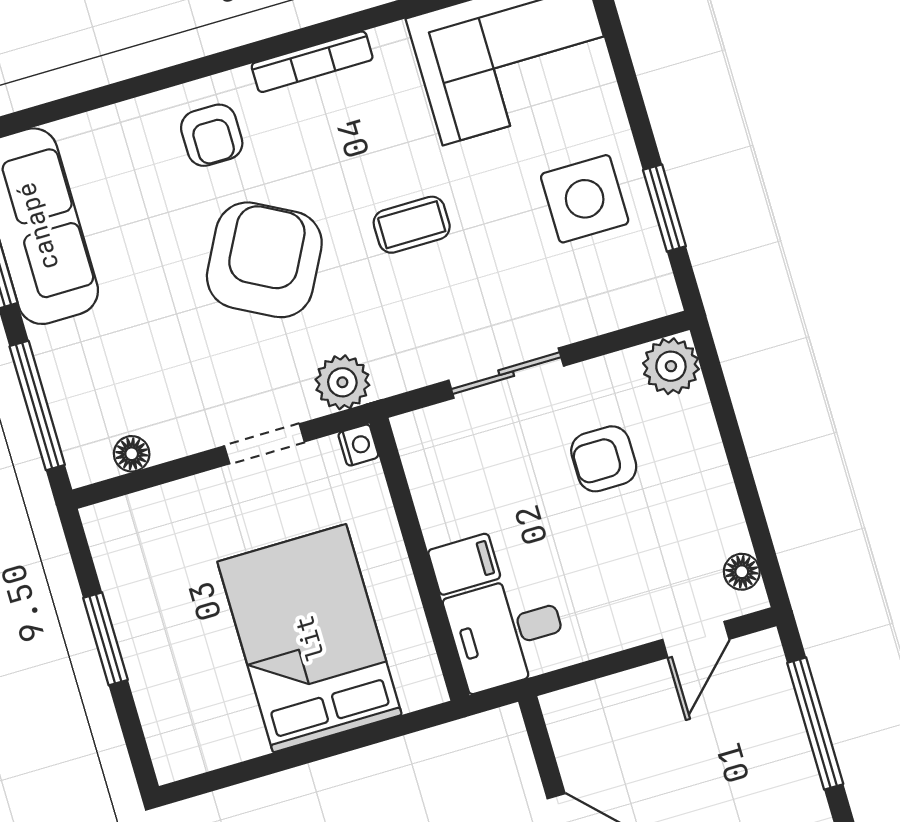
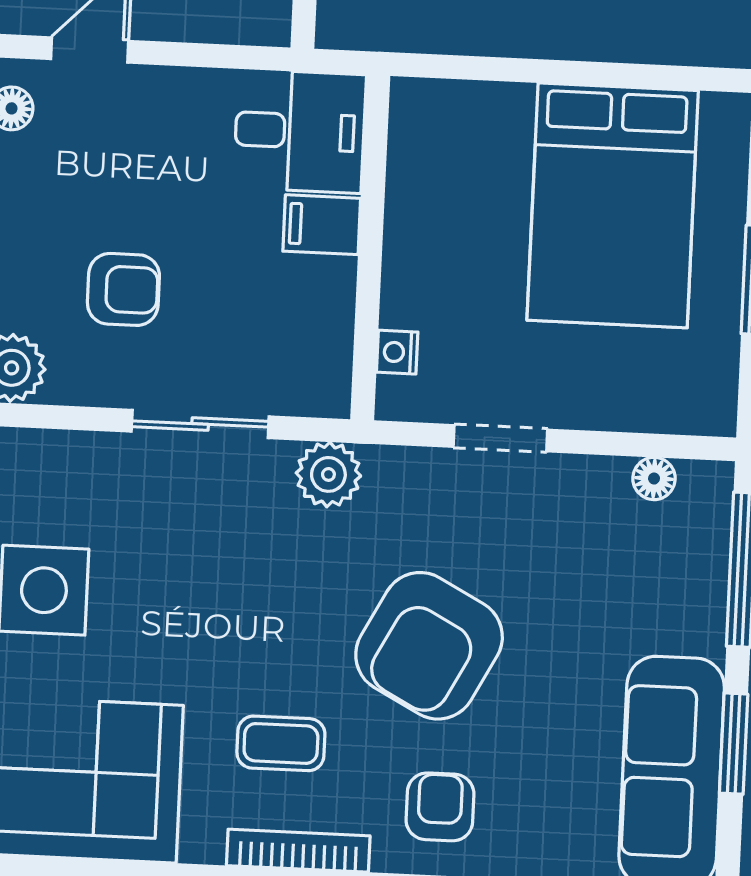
coffee table: (412, 225) -> (281, 743), moved
plant: (342, 382) -> (328, 474), moved
nightstand: (358, 445) -> (397, 352), moved
bed: (310, 638) -> (613, 205), moved

